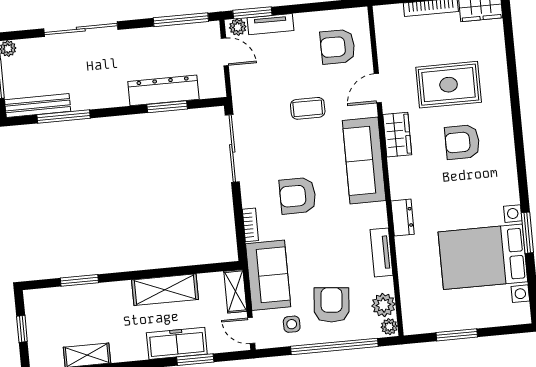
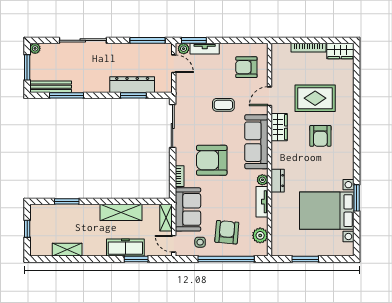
armchair: (462, 142) -> (320, 136), turned -90
armchair: (298, 196) -> (212, 160), width x1.36, depth x1.36
plant: (389, 327) -> (262, 180), moved

